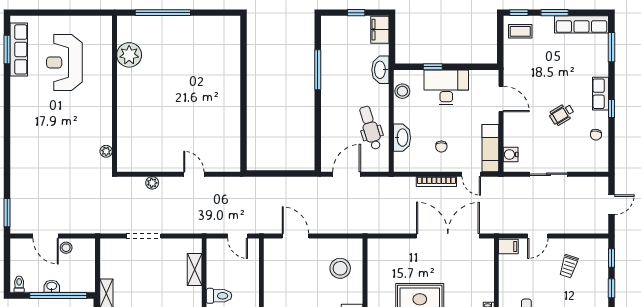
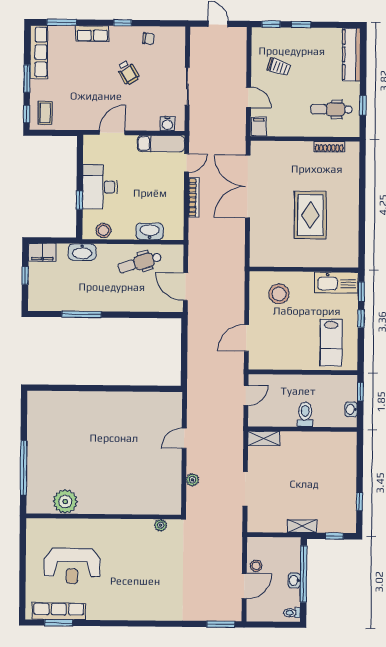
row of seats: (601, 94) -> (92, 34), moved
chair: (441, 147) -> (159, 192), removed
shelving: (195, 270) -> (264, 438), moved

